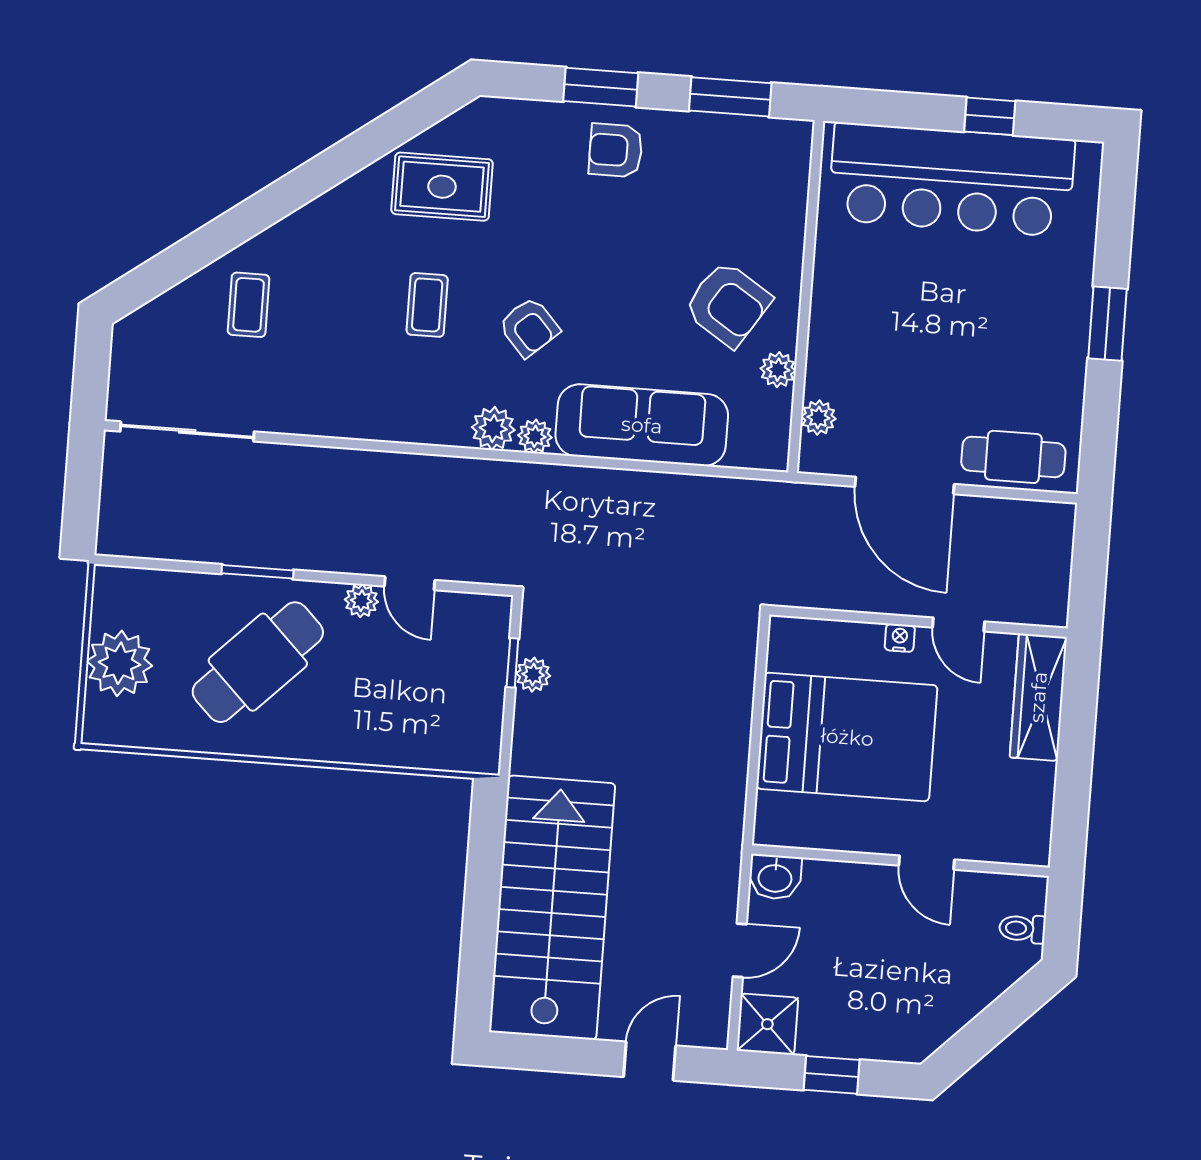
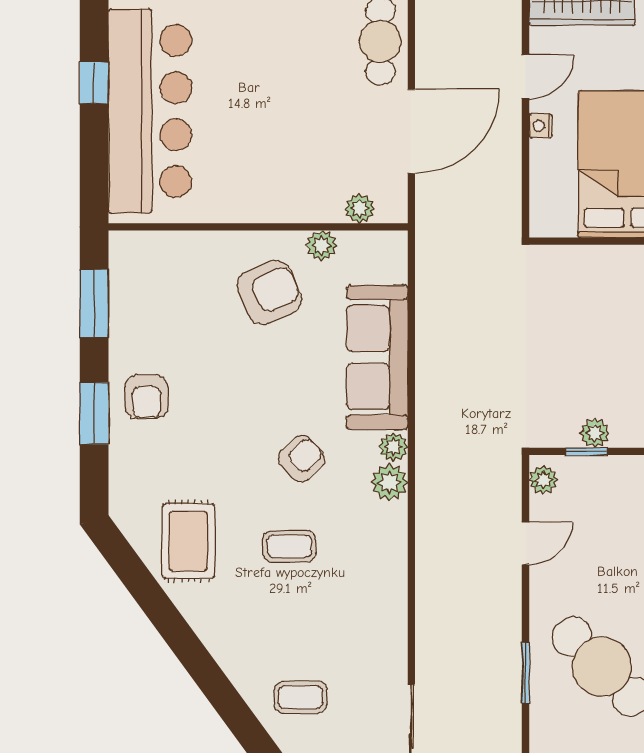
armchair: (728, 304) -> (269, 292), turned 33
plant: (361, 601) -> (543, 480), moved

